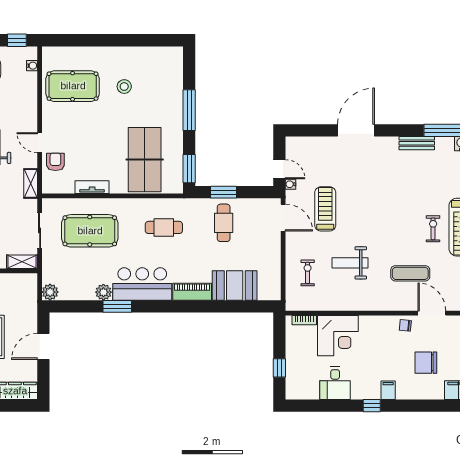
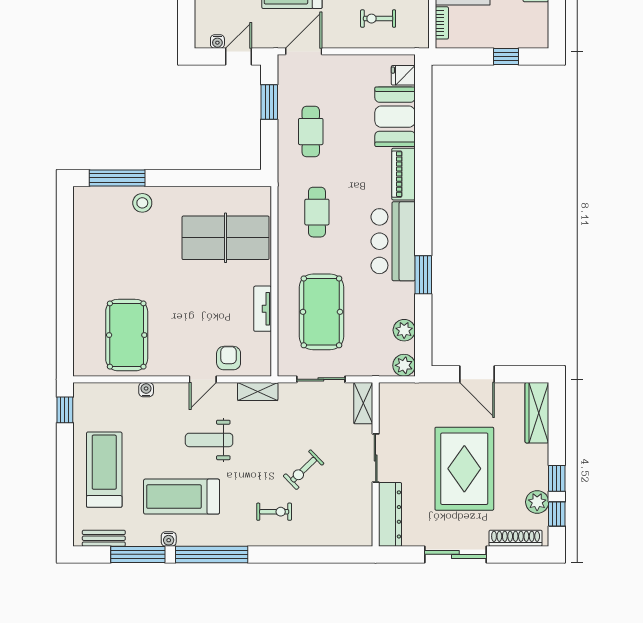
water cooler: (32, 66) -> (146, 390), moved
stool: (124, 87) -> (142, 203), moved
window: (189, 110) -> (117, 178), moved
armchair: (55, 162) -> (229, 358), turned 90
window: (189, 169) -> (238, 178), removed
water cooler: (290, 184) -> (217, 42), moved
window: (224, 192) -> (269, 102), moved
cafe table: (224, 223) -> (311, 132), turned 90
plant: (103, 292) -> (404, 330), moved
fridge: (265, 292) -> (403, 75), added

